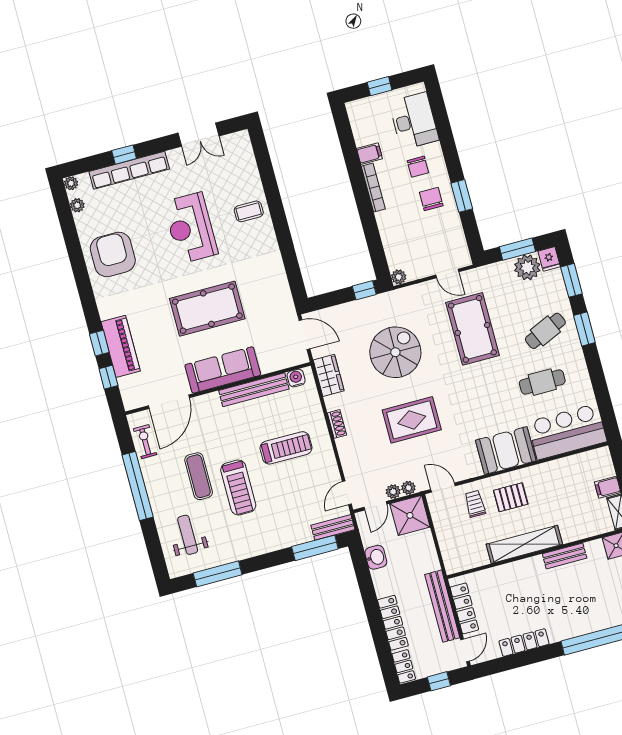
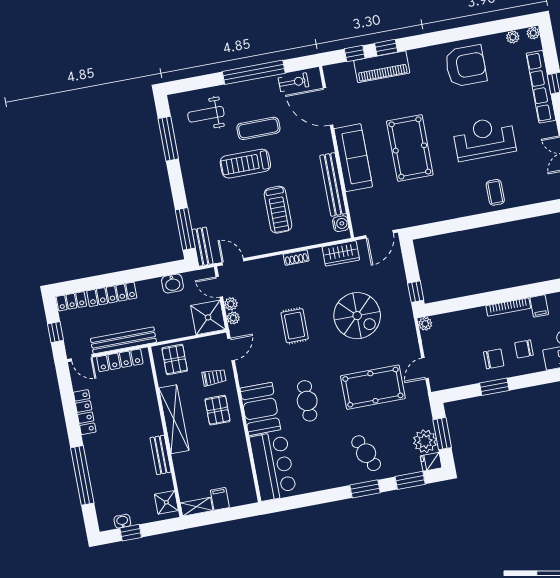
cafe table: (542, 382) -> (307, 401), moved
rug: (412, 420) -> (295, 326), width x0.73, depth x0.70
weight bench: (188, 535) -> (206, 114), turned 180
pallet: (459, 548) -> (175, 359), added

